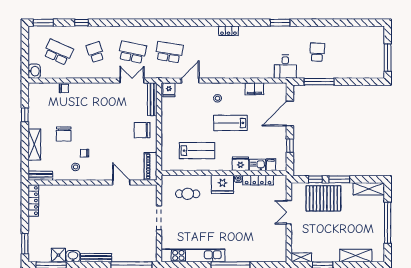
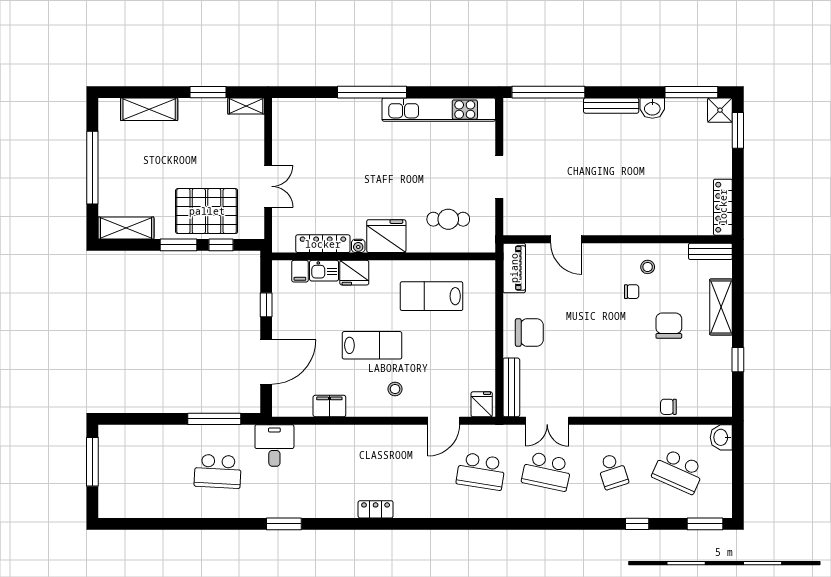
school desk: (317, 52) -> (218, 471), width x1.85
shower: (58, 255) -> (720, 110), moved

